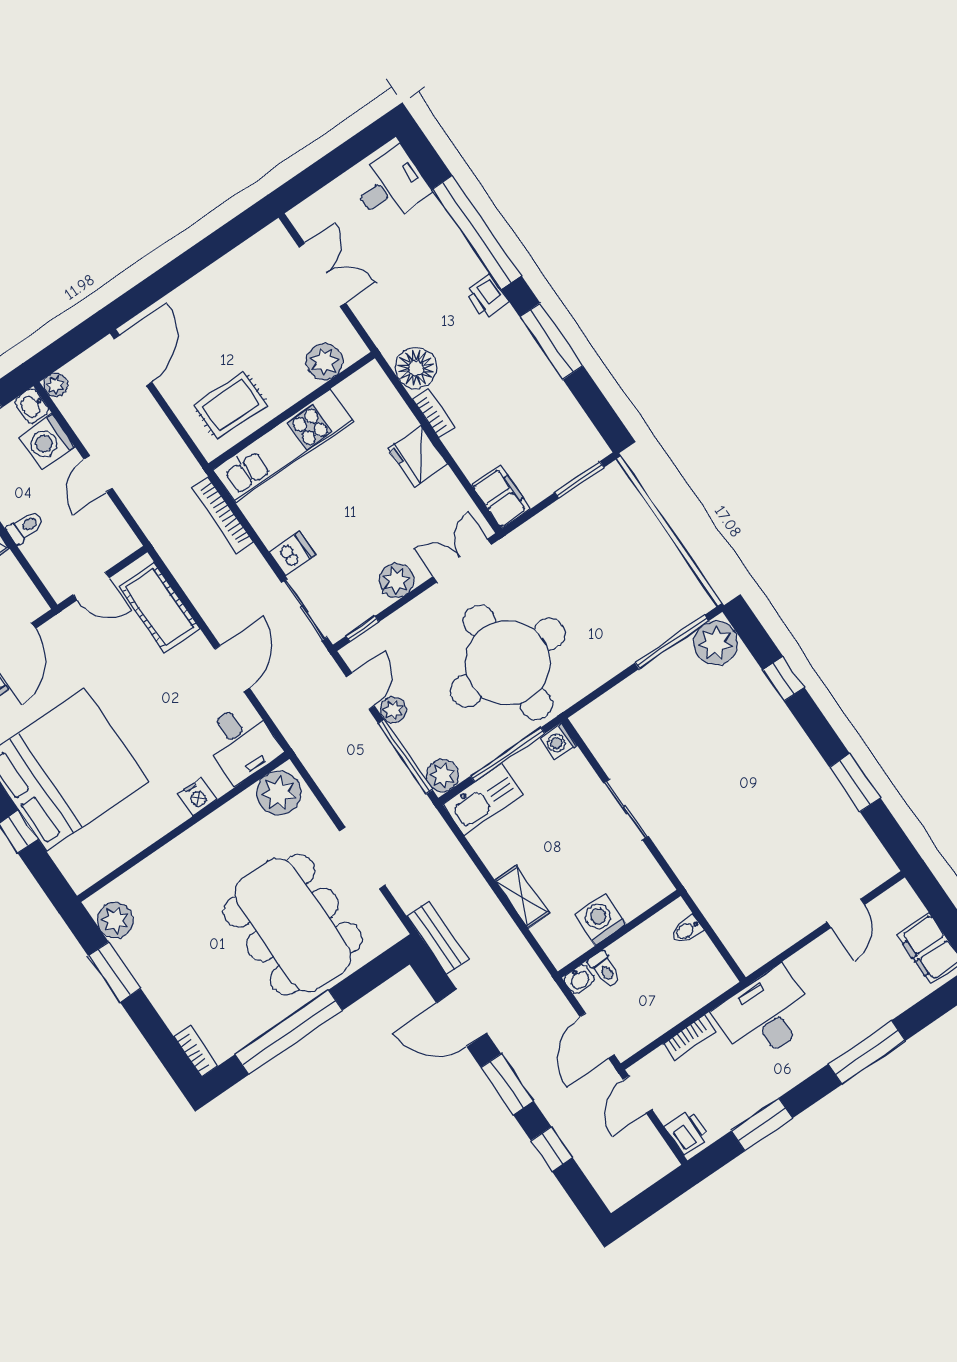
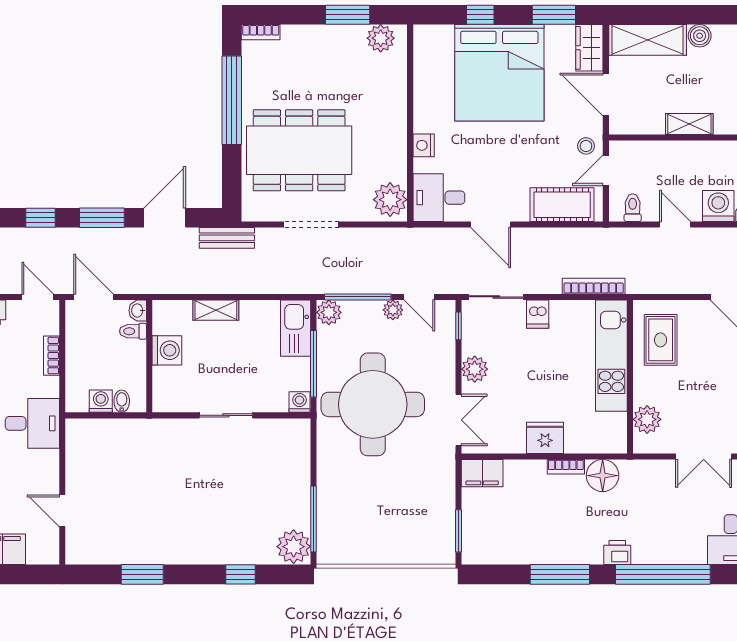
toilet: (25, 527) -> (633, 208), moved, turned 180
stool: (80, 625) -> (586, 146), added
washing machine: (702, 952) -> (101, 401), added
desk: (765, 1015) -> (32, 423), width x0.73

